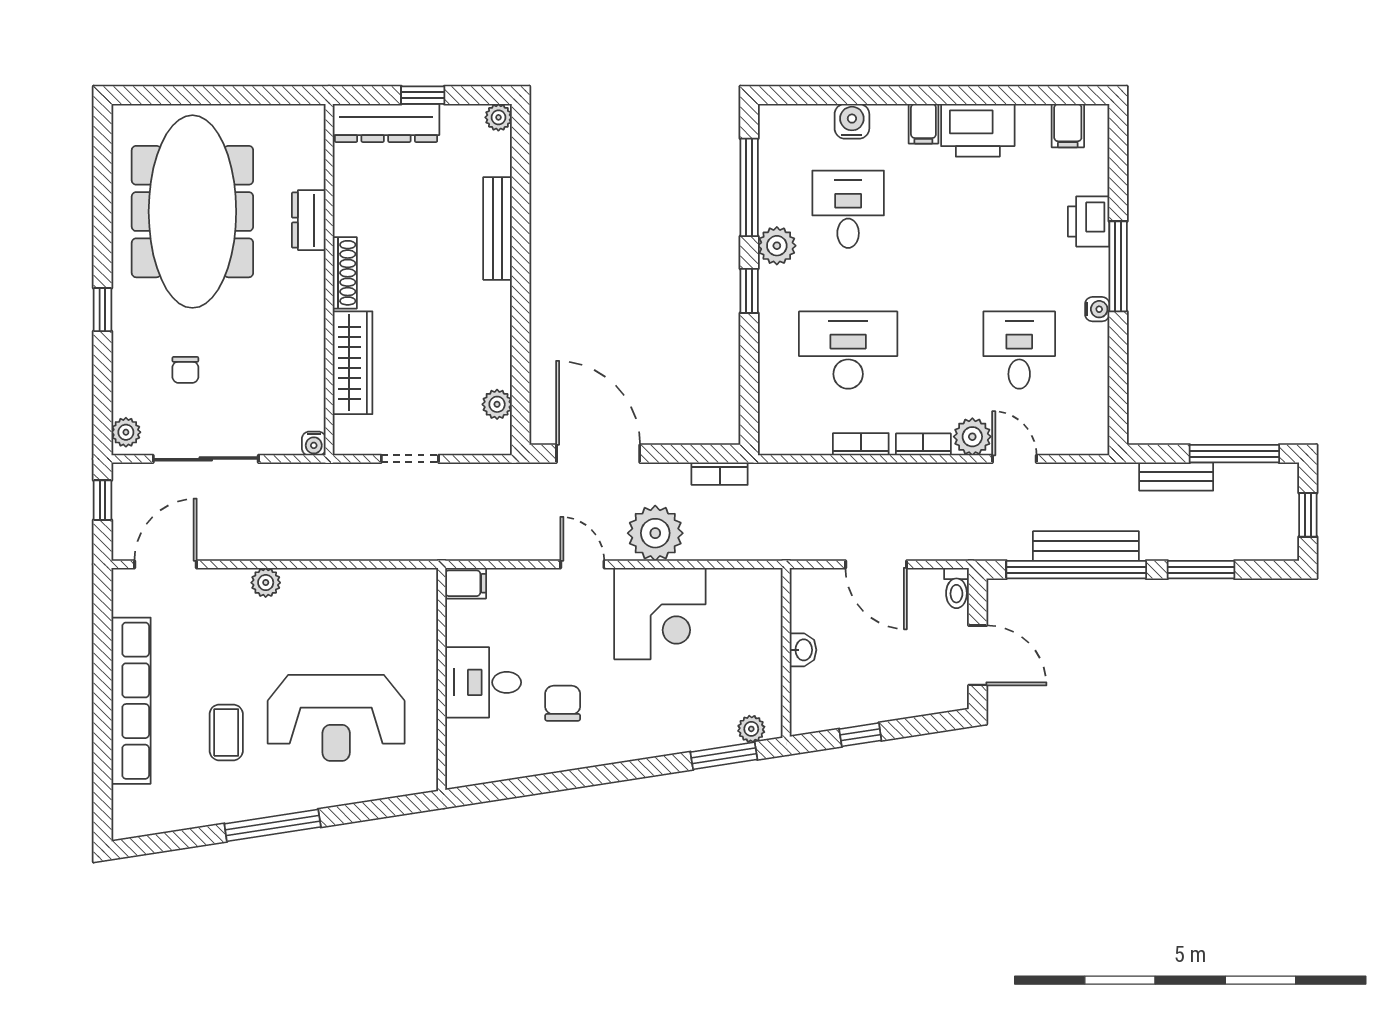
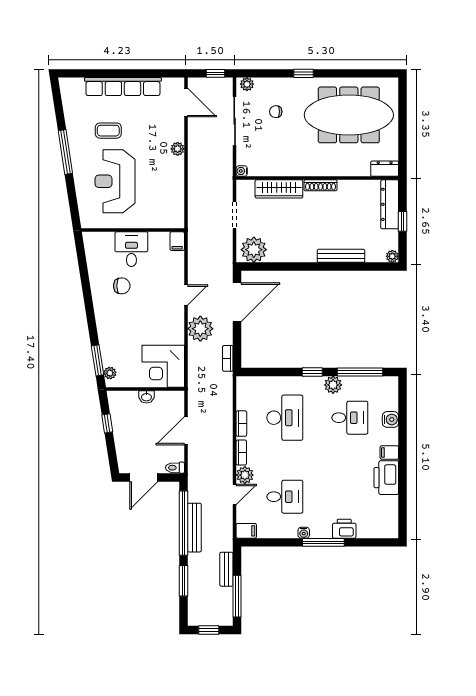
filing cabinet: (1068, 126) -> (246, 531), moved, turned 180
dresser: (309, 220) -> (385, 169), moved
plant: (497, 404) -> (254, 250), width x1.88, depth x1.88
corner desk: (660, 614) -> (163, 366), moved

